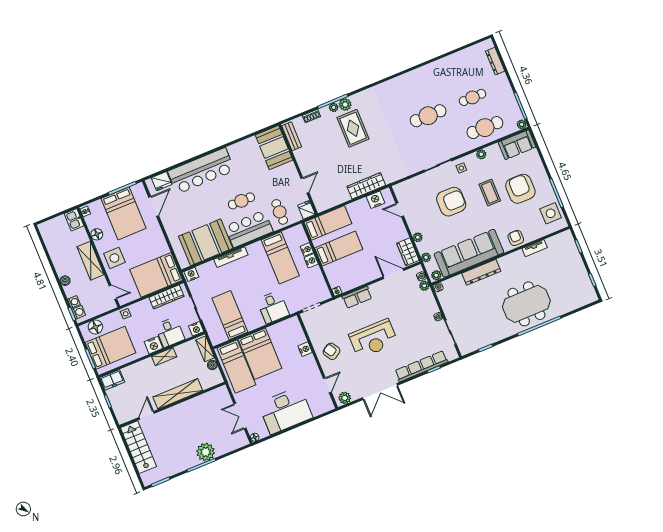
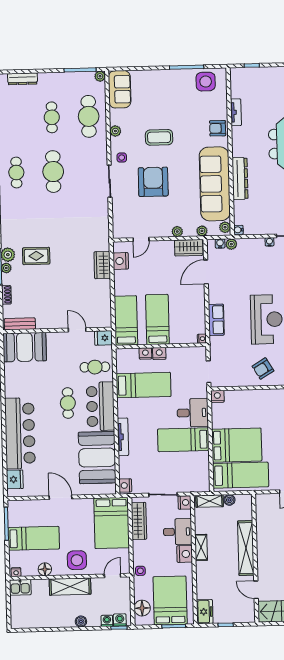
cafe table: (416, 86) -> (16, 173), added
rug: (353, 128) -> (36, 256), width x0.73, depth x0.70
wardrobe: (366, 186) -> (102, 265), width x0.67
armchair: (520, 189) -> (167, 104), removed
door: (154, 206) -> (60, 497), moved
bed: (124, 213) -> (34, 538), width x0.67
bed: (230, 315) -> (183, 440), moved
nightstand: (305, 349) -> (217, 396), moved

